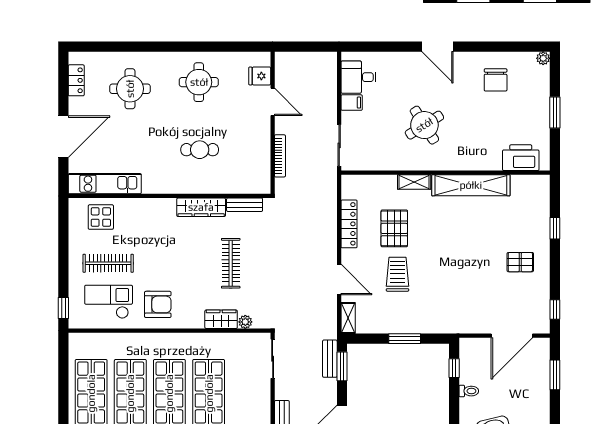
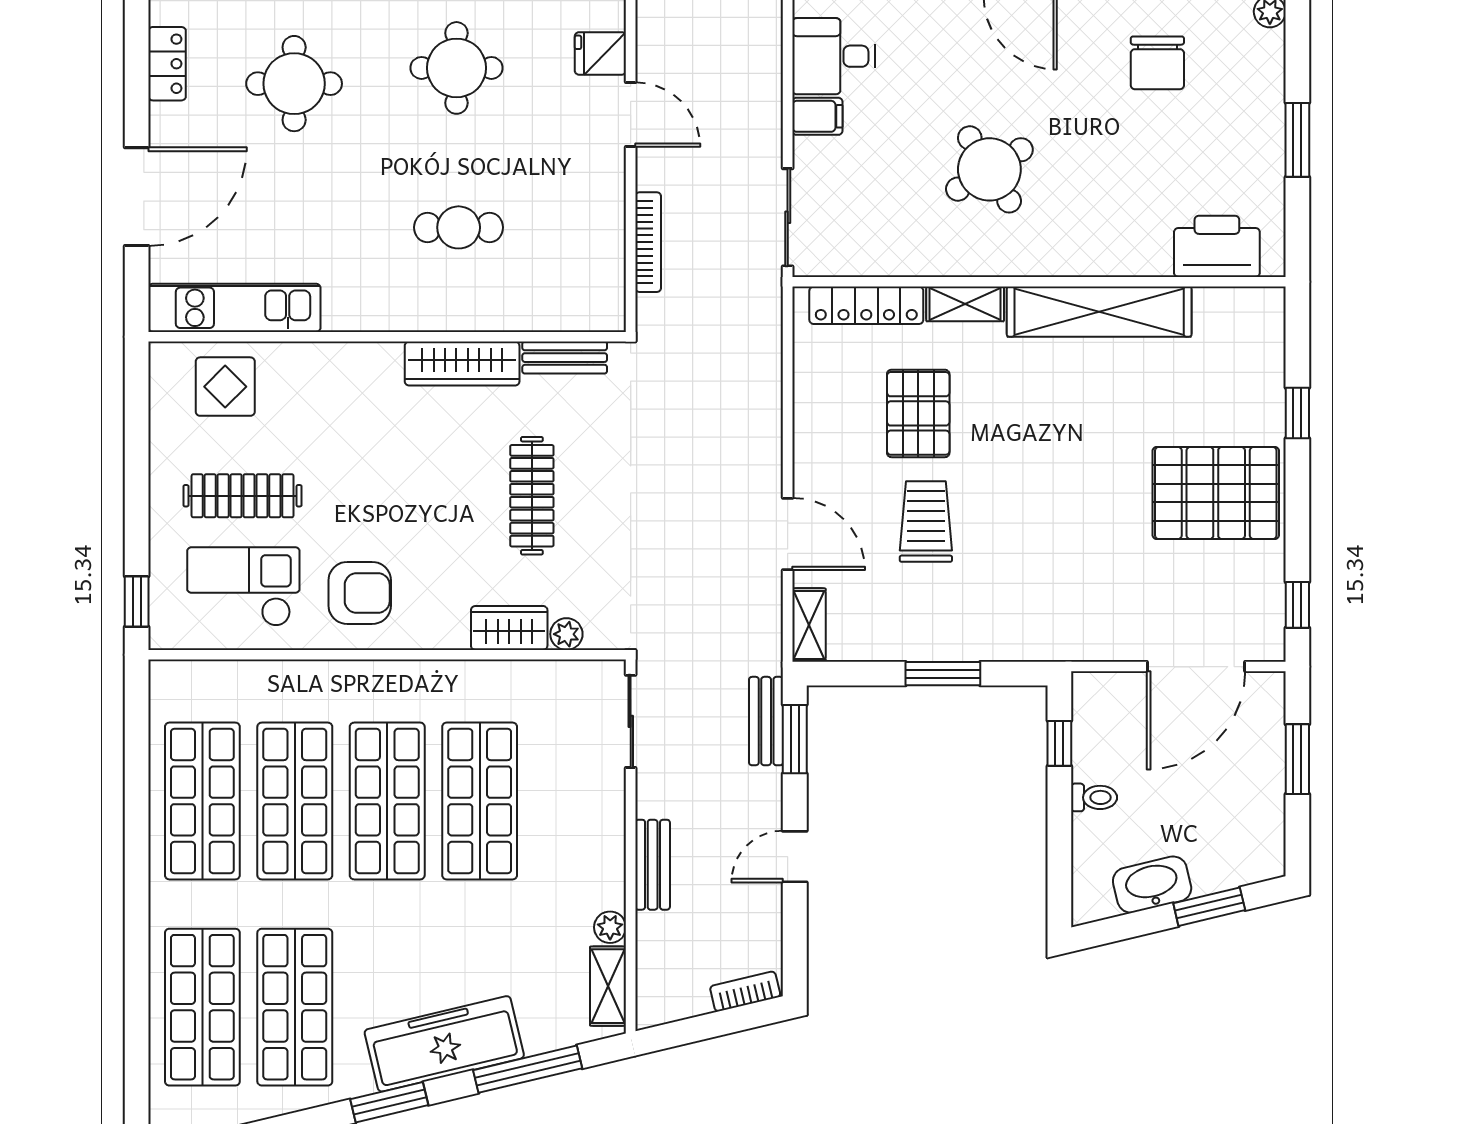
locker: (349, 224) -> (866, 305), moved, turned 90
pallet: (520, 262) -> (1216, 493), width x2.05, depth x2.00

